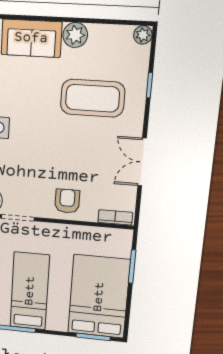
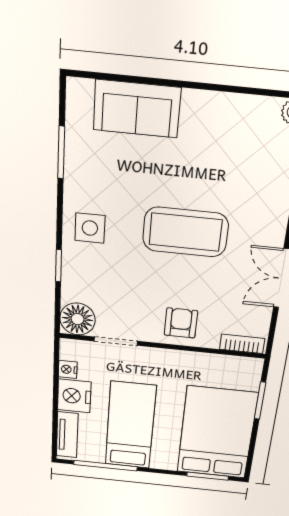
plant: (75, 35) -> (199, 107), removed
coffee table: (93, 98) -> (185, 232), moved

